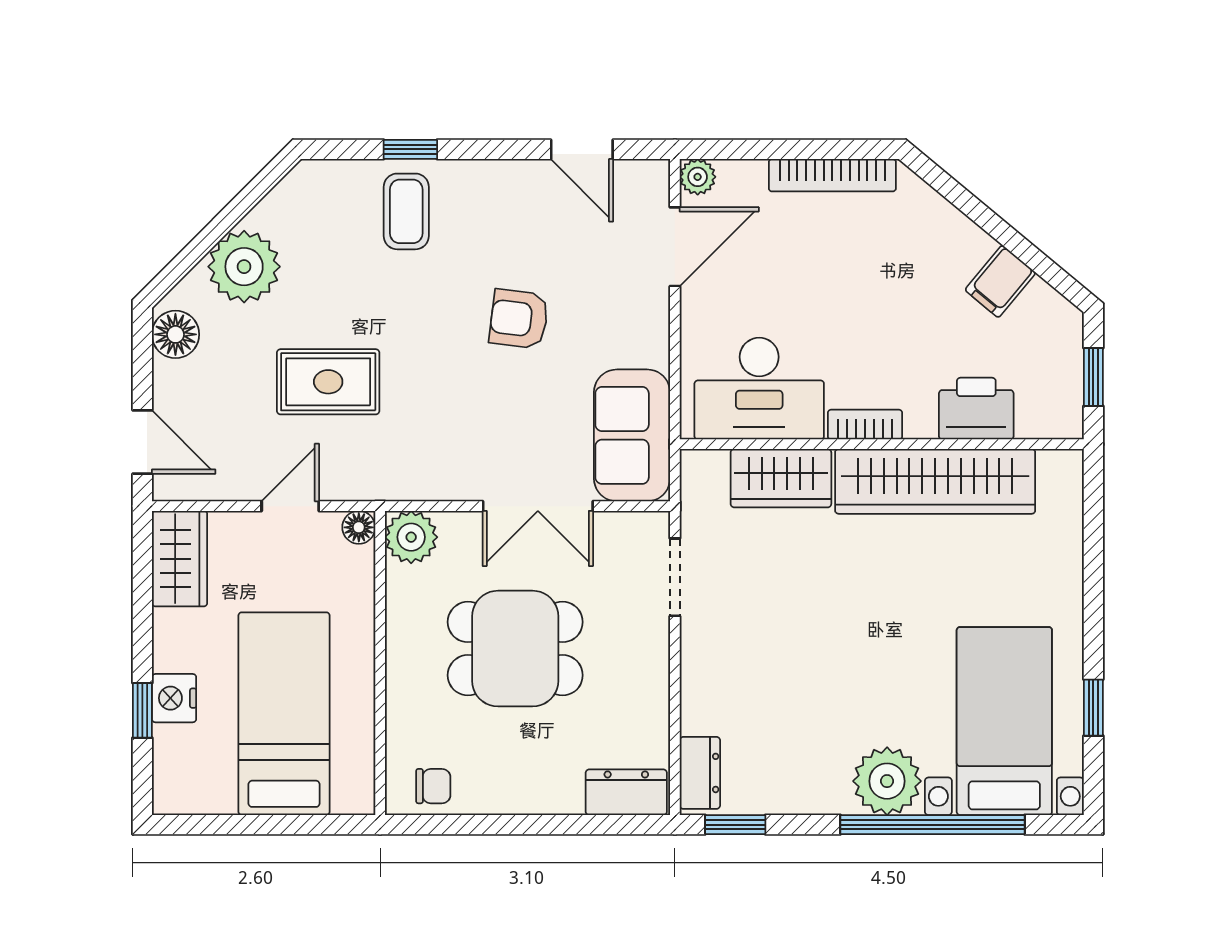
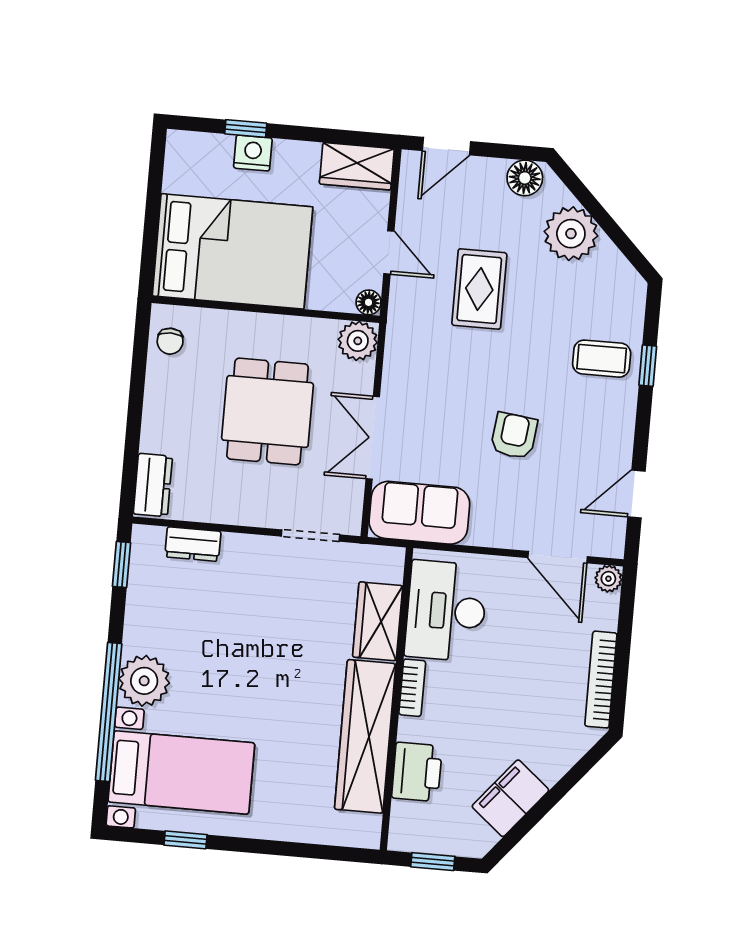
filing cabinet: (1000, 281) -> (510, 798), width x2.00
bed: (284, 714) -> (233, 251), width x1.50
dresser: (700, 773) -> (193, 544), moved

